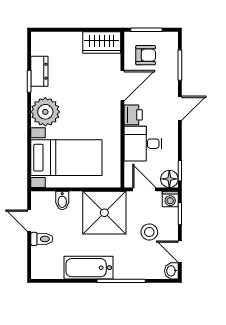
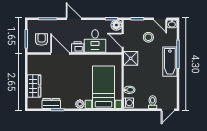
wardrobe: (102, 42) -> (34, 86), moved
plant: (45, 112) -> (80, 104), width x0.53, depth x0.53
door: (144, 189) -> (123, 40), hinge flipped
washing machine: (170, 199) -> (128, 103), moved
shower: (104, 213) -> (131, 58), width x0.54, depth x0.54
door: (29, 221) -> (168, 110), moved
door: (180, 252) -> (160, 19), hinge flipped
bathtub: (89, 268) -> (170, 62), moved

